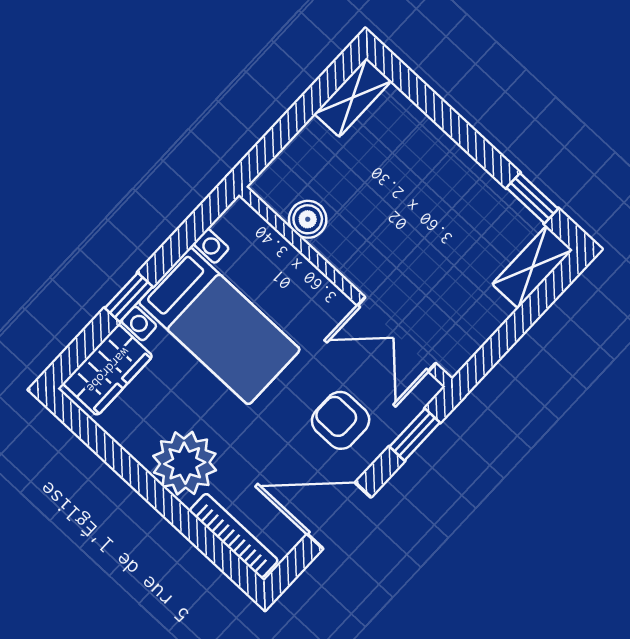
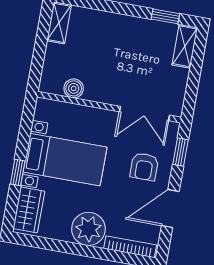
armchair: (341, 420) -> (144, 167), turned -90

